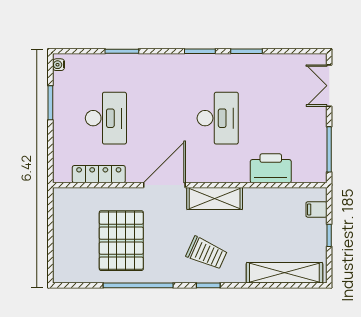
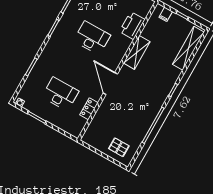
locker: (99, 174) -> (89, 109), width x0.66
shelving: (215, 198) -> (137, 52), moved
pallet: (121, 241) -> (119, 147), moved, width x0.49, depth x0.50
trolley: (207, 253) -> (156, 82), removed

